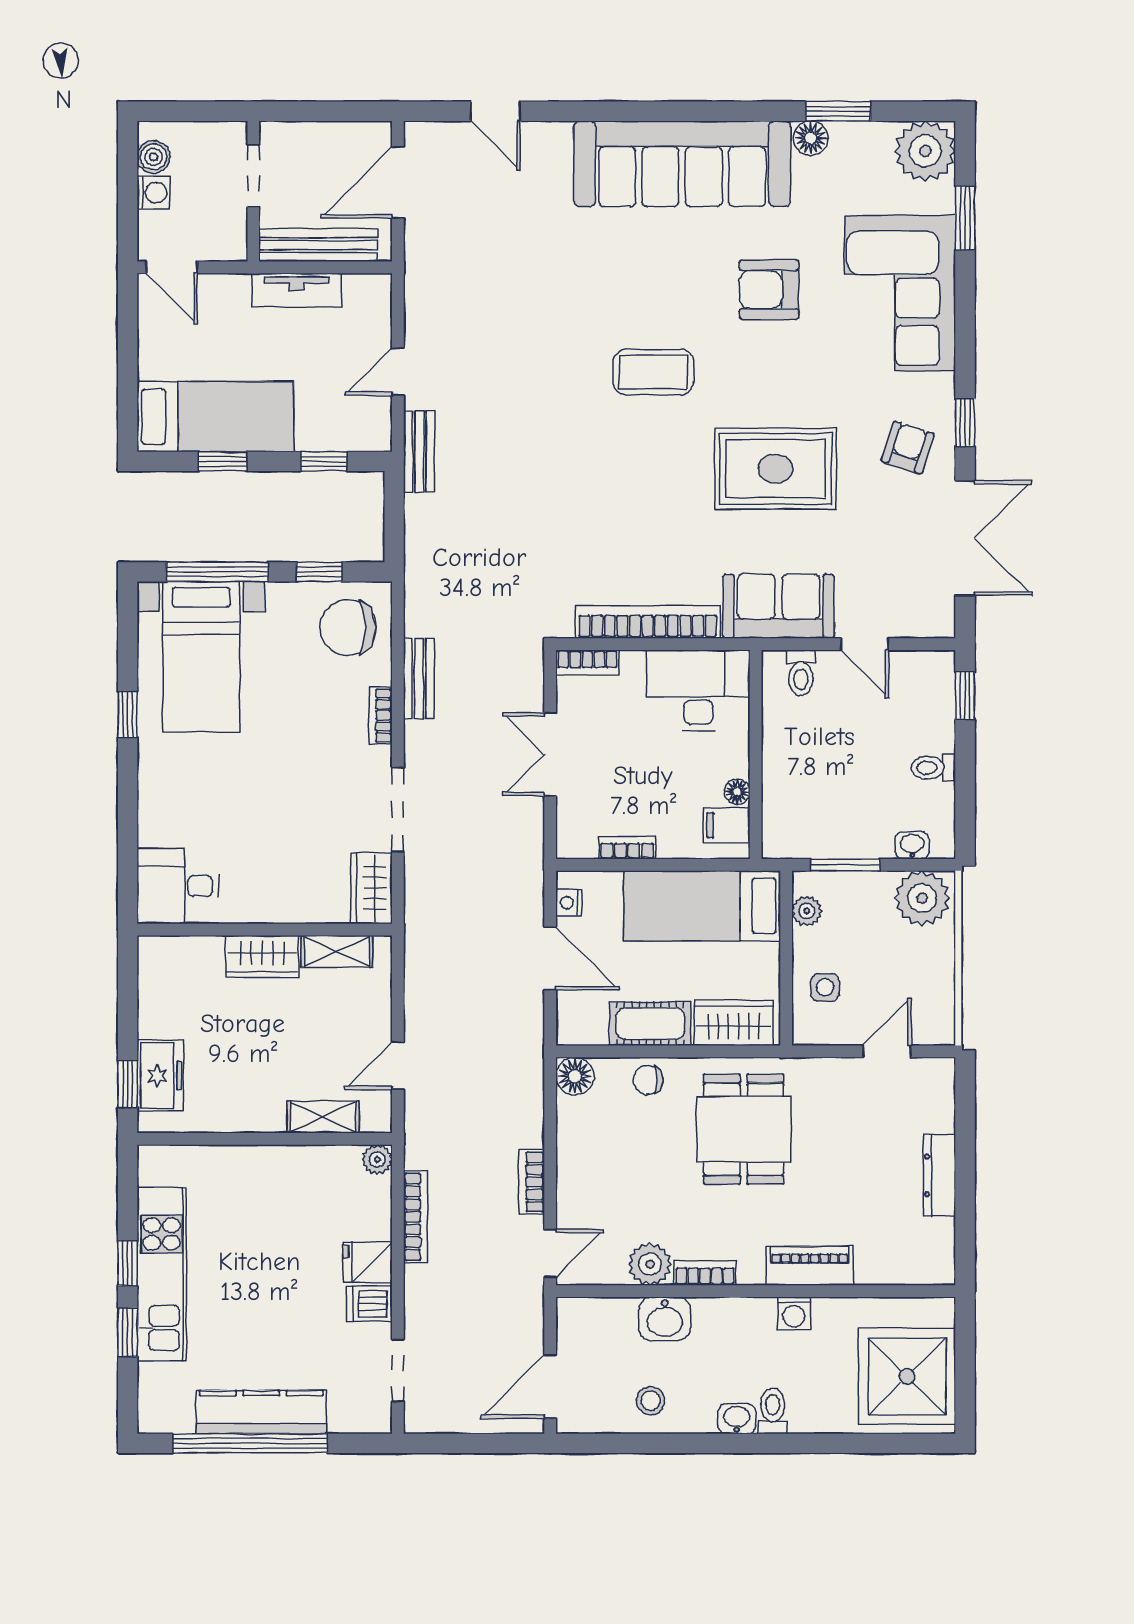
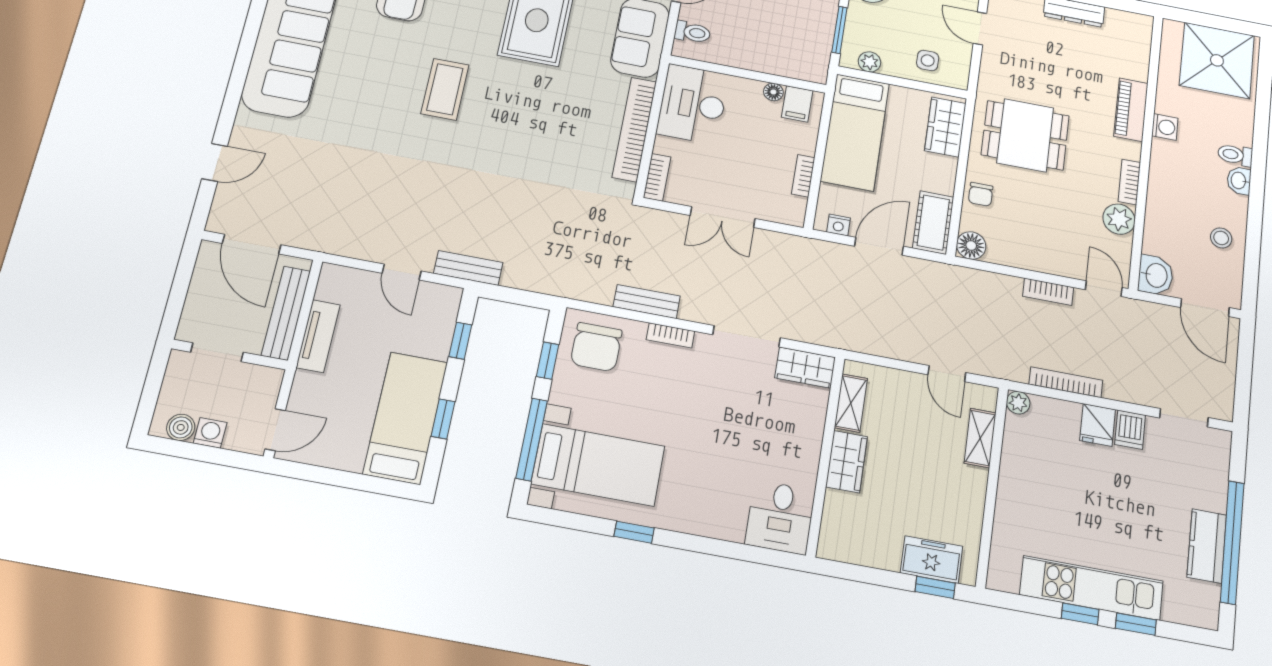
cot: (650, 1024) -> (933, 223), moved
washbasin: (665, 1319) -> (1156, 275), moved
kitchen counter: (261, 1412) -> (1207, 546), width x0.67

